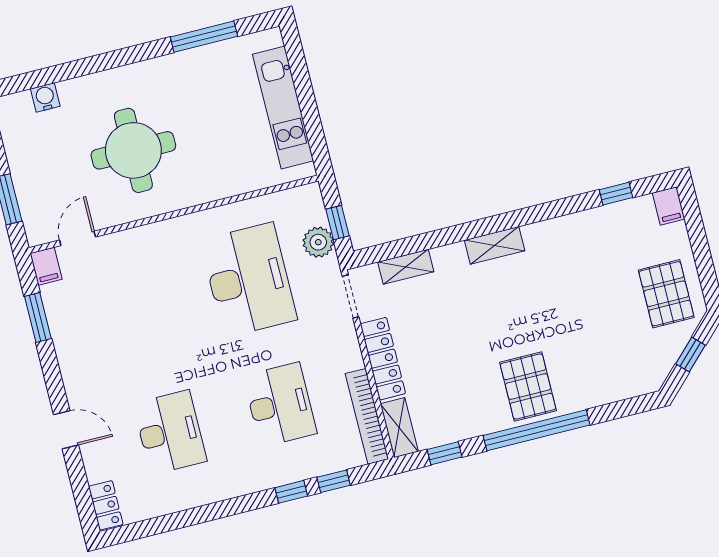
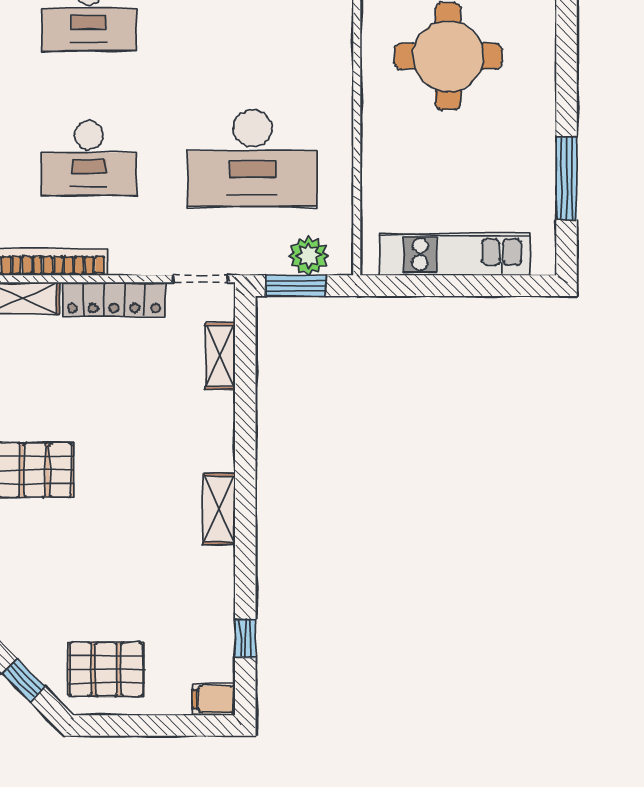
window: (338, 223) -> (296, 286), width x1.50
plant: (318, 242) -> (309, 256), moved
shelving: (495, 245) -> (219, 509), moved

